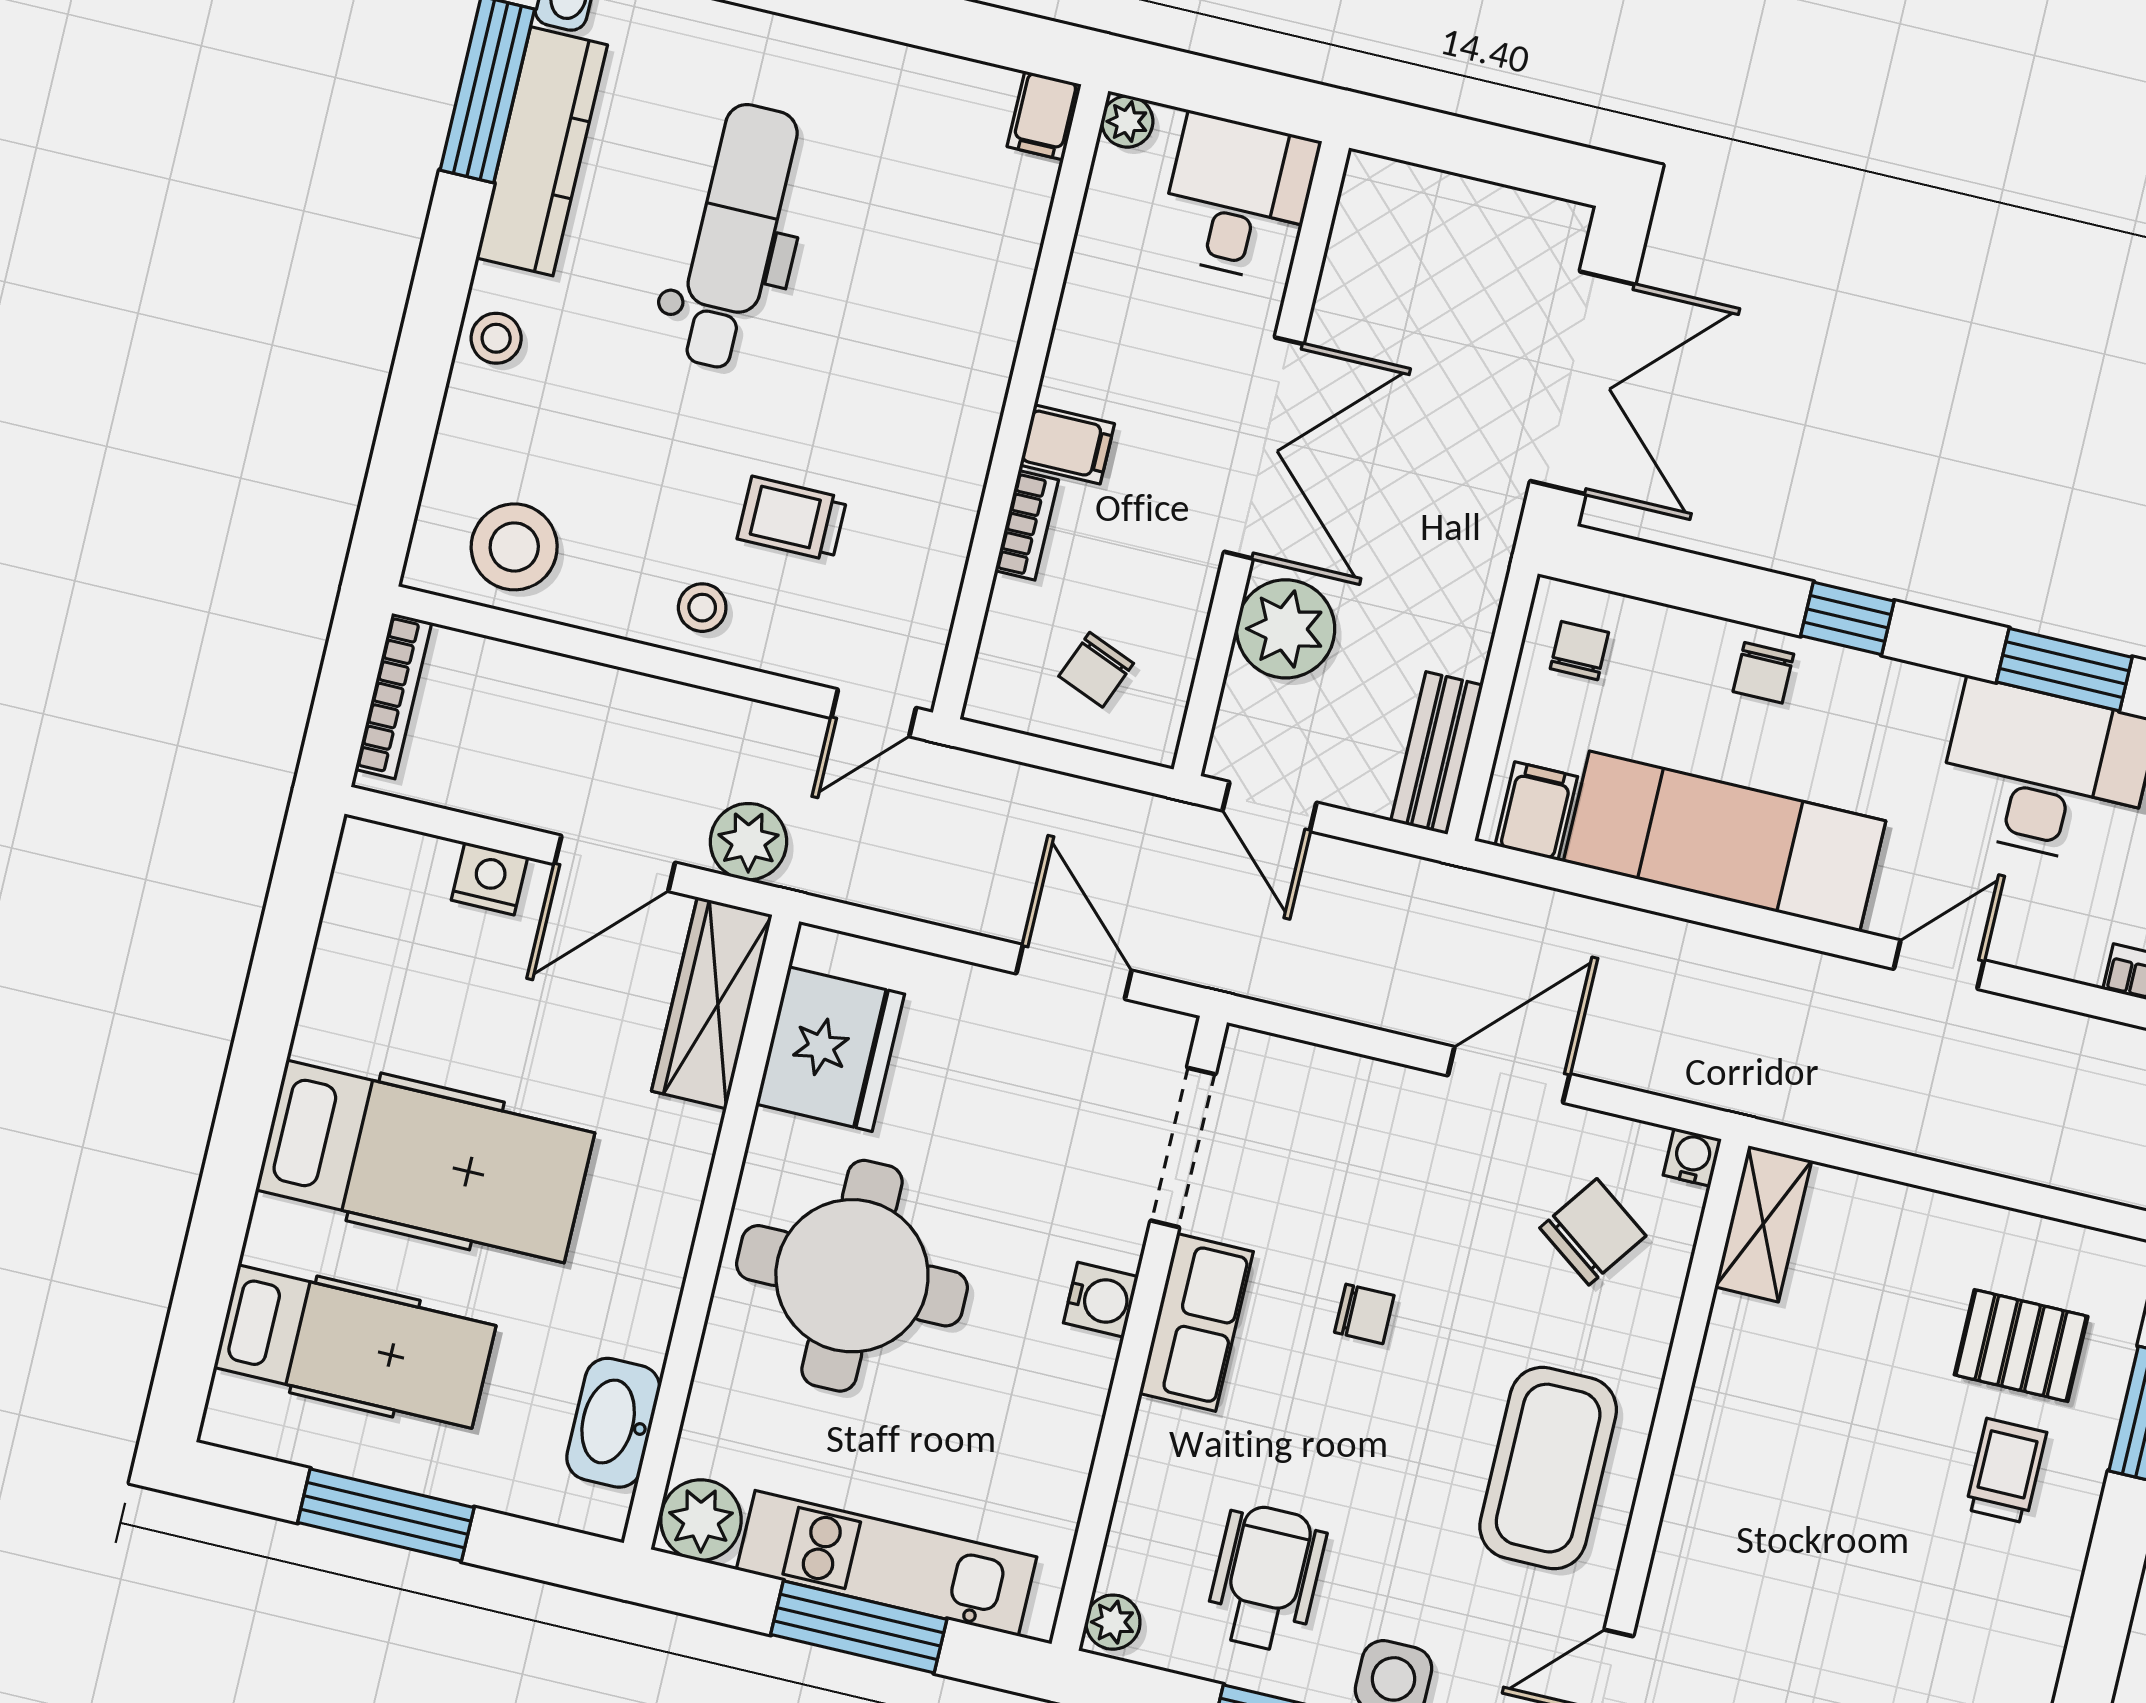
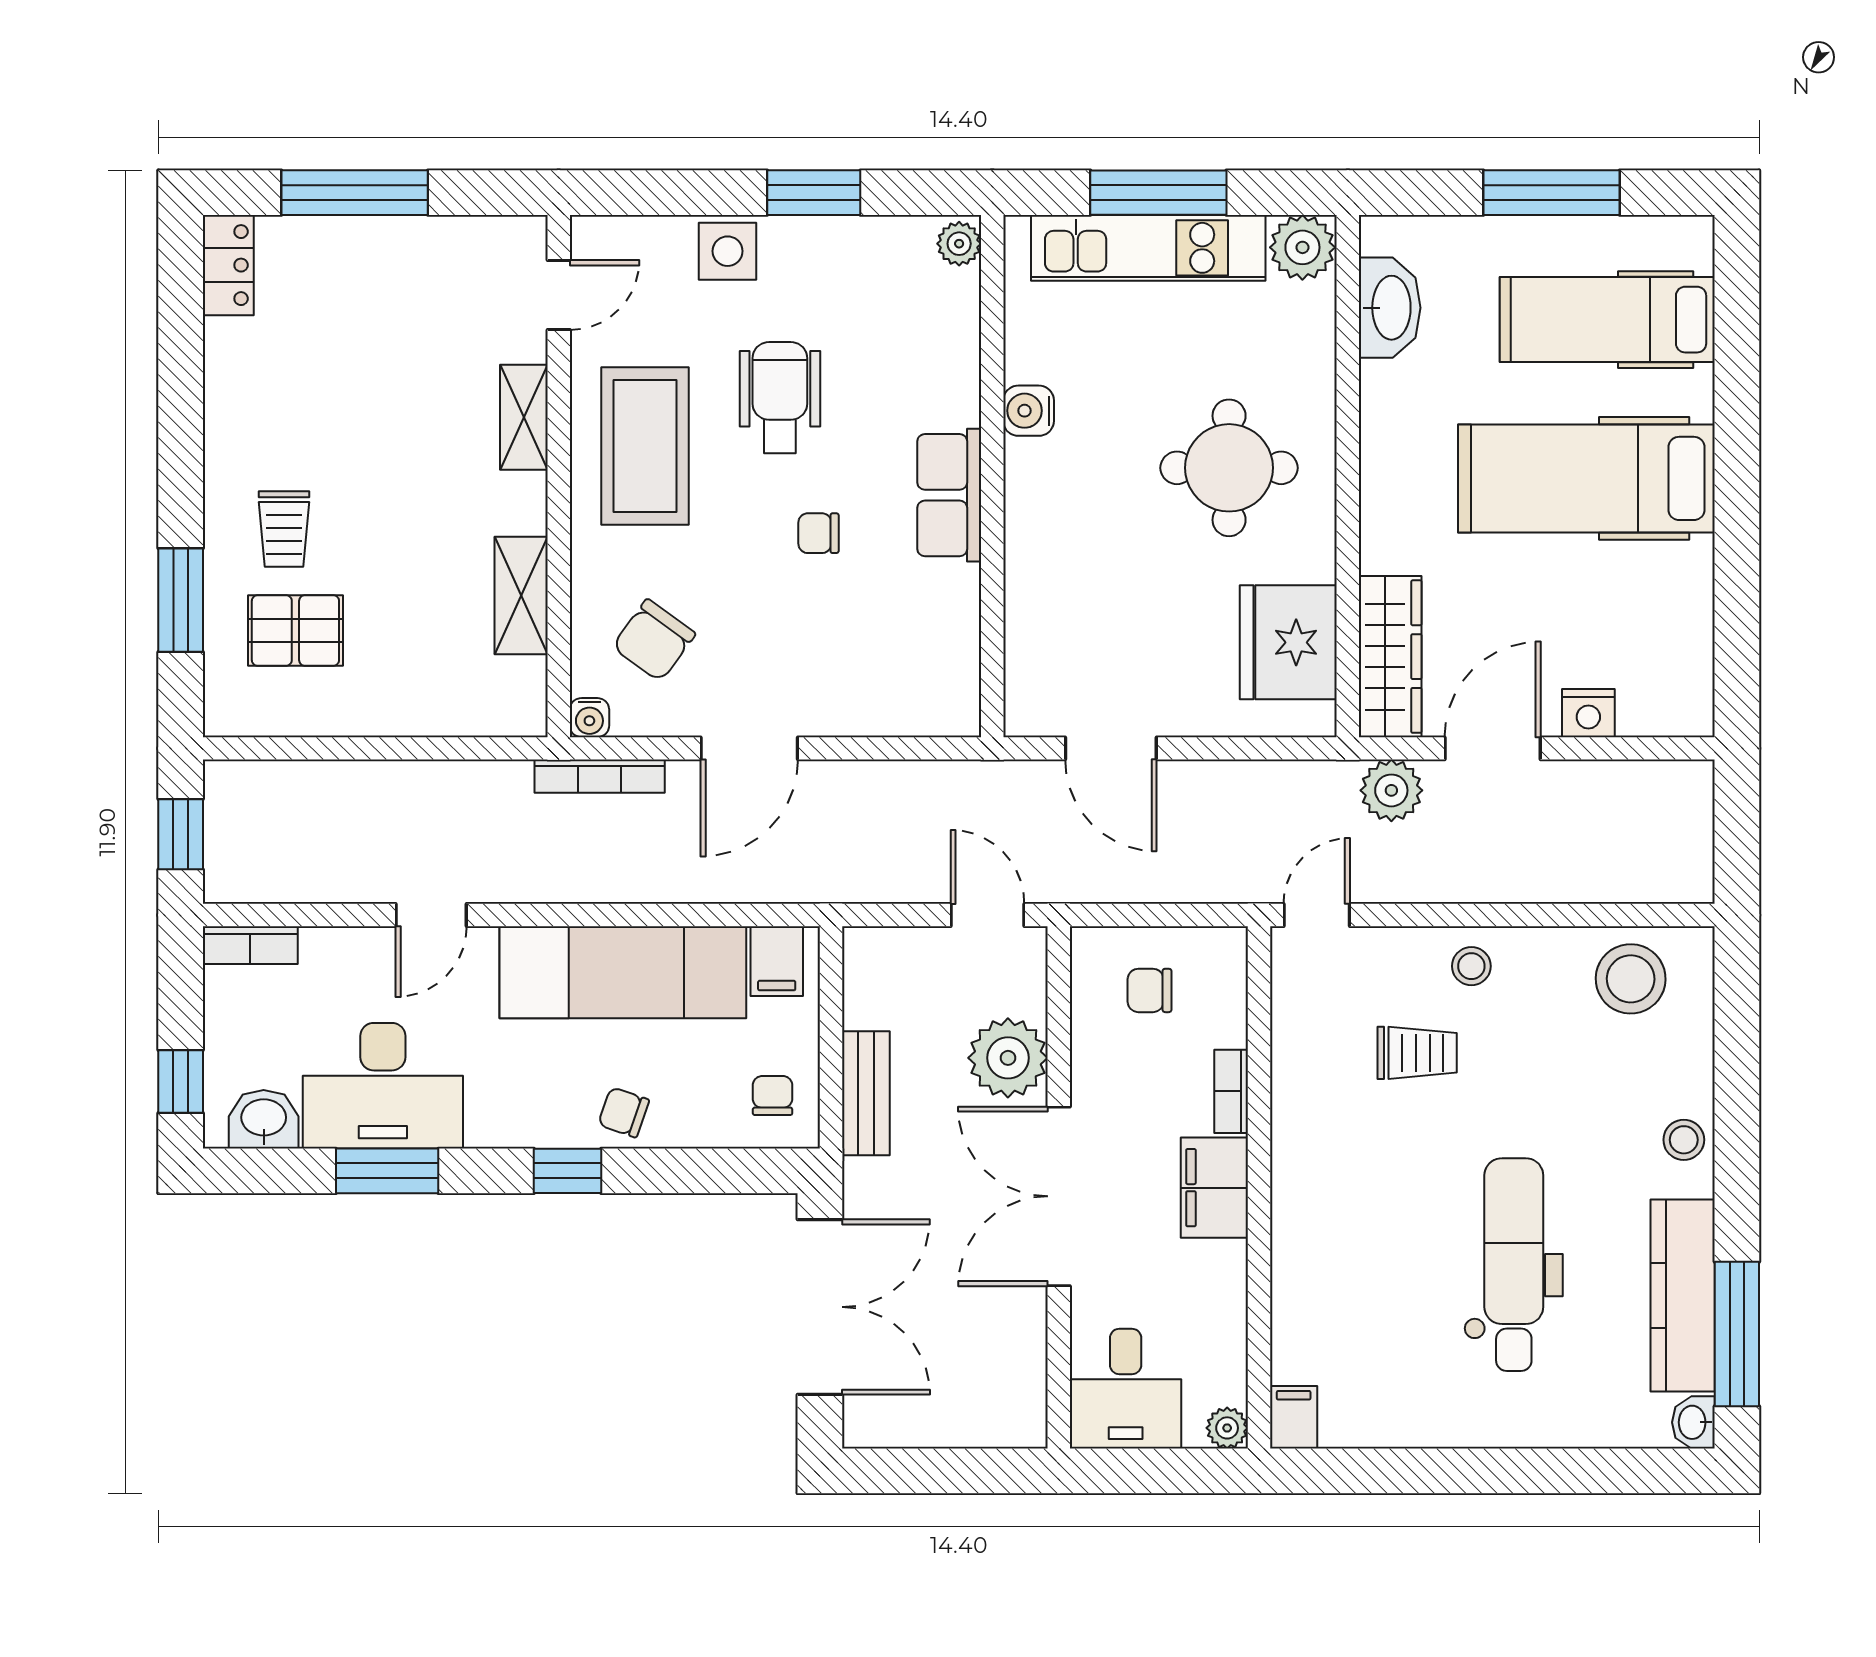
dental chair: (736, 237) -> (1514, 1265), turned 180
double door: (1583, 383) -> (820, 1307), swing flipped
filing cabinet: (1067, 444) -> (1214, 1188), width x2.00
chair: (1579, 651) -> (773, 1096), turned 180
chair: (1096, 670) -> (1150, 990), turned -112
chair: (1763, 673) -> (624, 1112), turned -71
bookcase: (393, 696) -> (600, 776), moved, turned -90
bench: (1437, 753) -> (866, 1093), moved
doorway: (1183, 1147) -> (992, 631), removed
shelving: (1763, 1224) -> (521, 596), moved
round table: (852, 1276) -> (1229, 468), width x0.73, depth x0.73
water cooler: (1101, 1300) -> (1029, 411), moved
shelving: (1686, 1537) -> (524, 417), added
wheelchair: (1266, 1578) -> (780, 398), moved, turned 180

